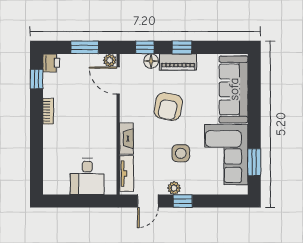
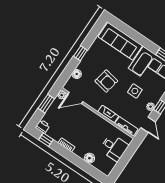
window: (145, 47) -> (67, 72), removed
piano: (178, 62) -> (87, 60), removed
floor lamp: (51, 153) -> (89, 158), added

